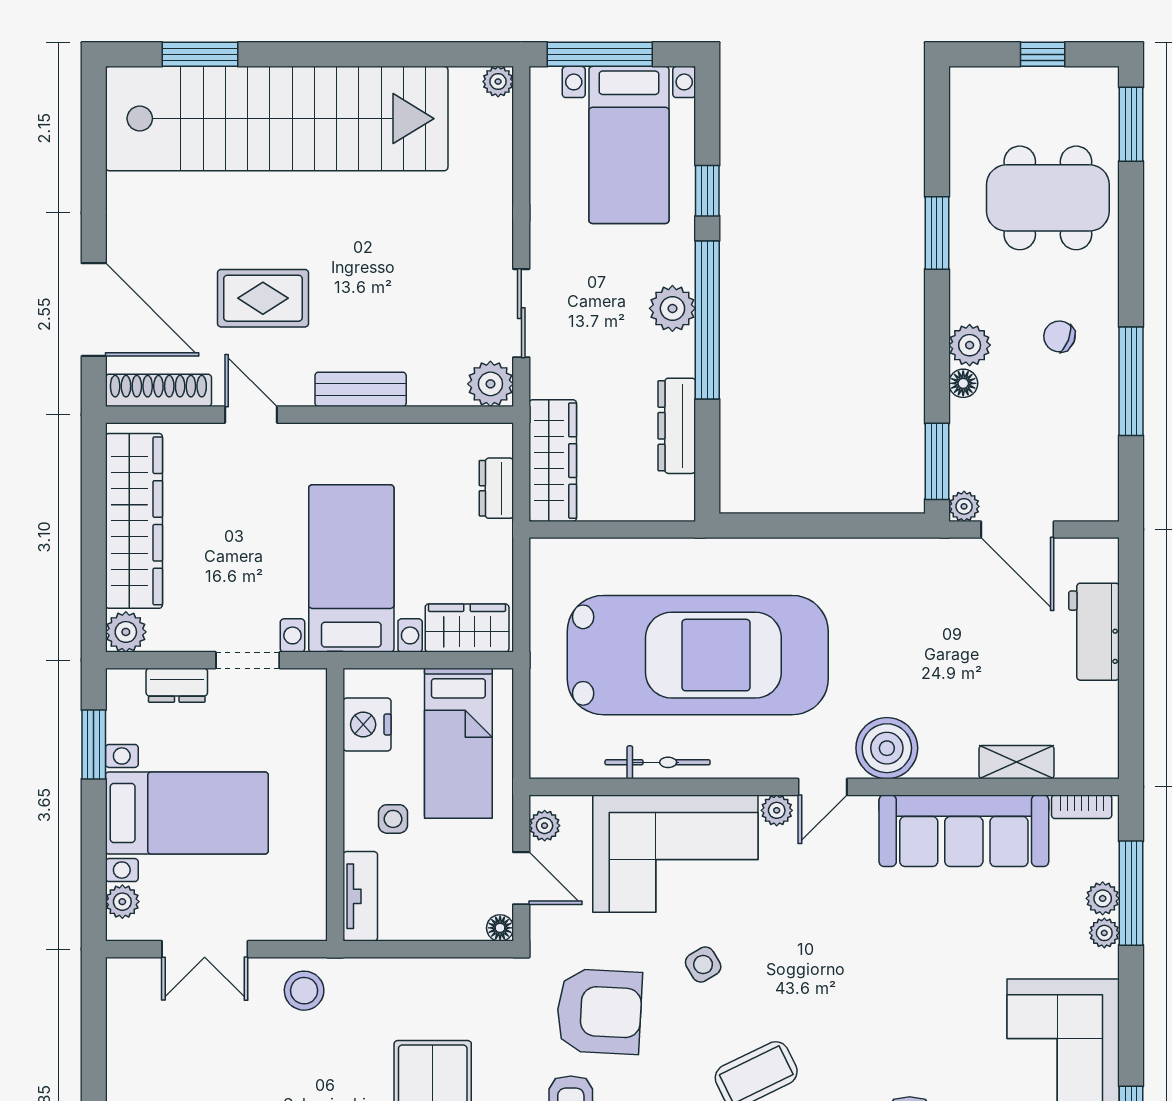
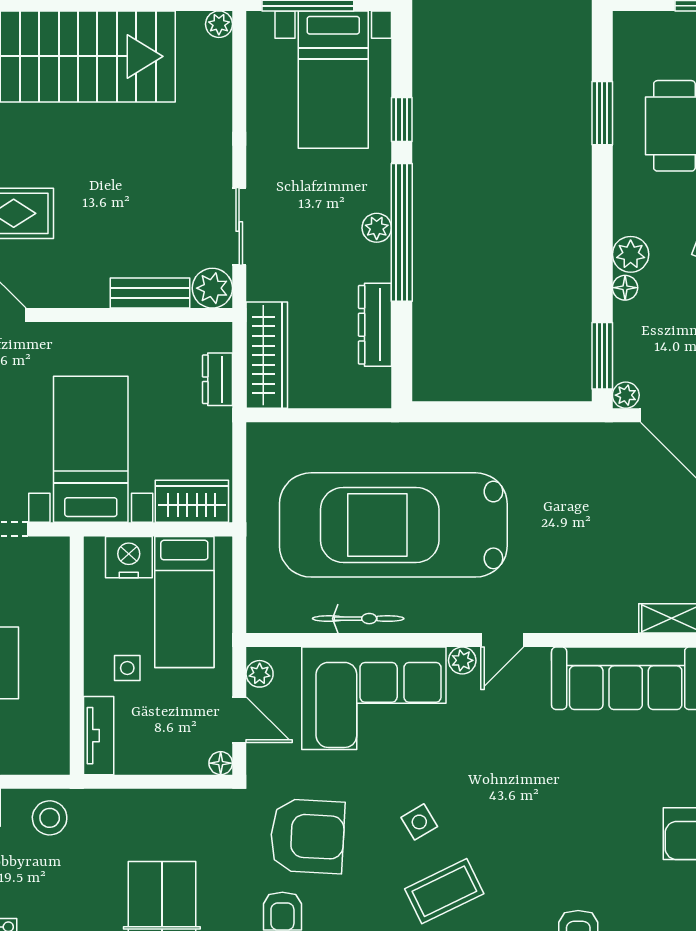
window: (937, 233) -> (602, 113), moved
plant: (672, 308) -> (377, 228), width x0.73, depth x0.73
bench: (361, 389) -> (150, 293), moved
car: (698, 655) -> (393, 525), turned 180
nightstand: (367, 725) -> (129, 557), moved, turned 90
boiler: (887, 748) -> (558, 606), removed
side table: (703, 965) -> (419, 822), moved

